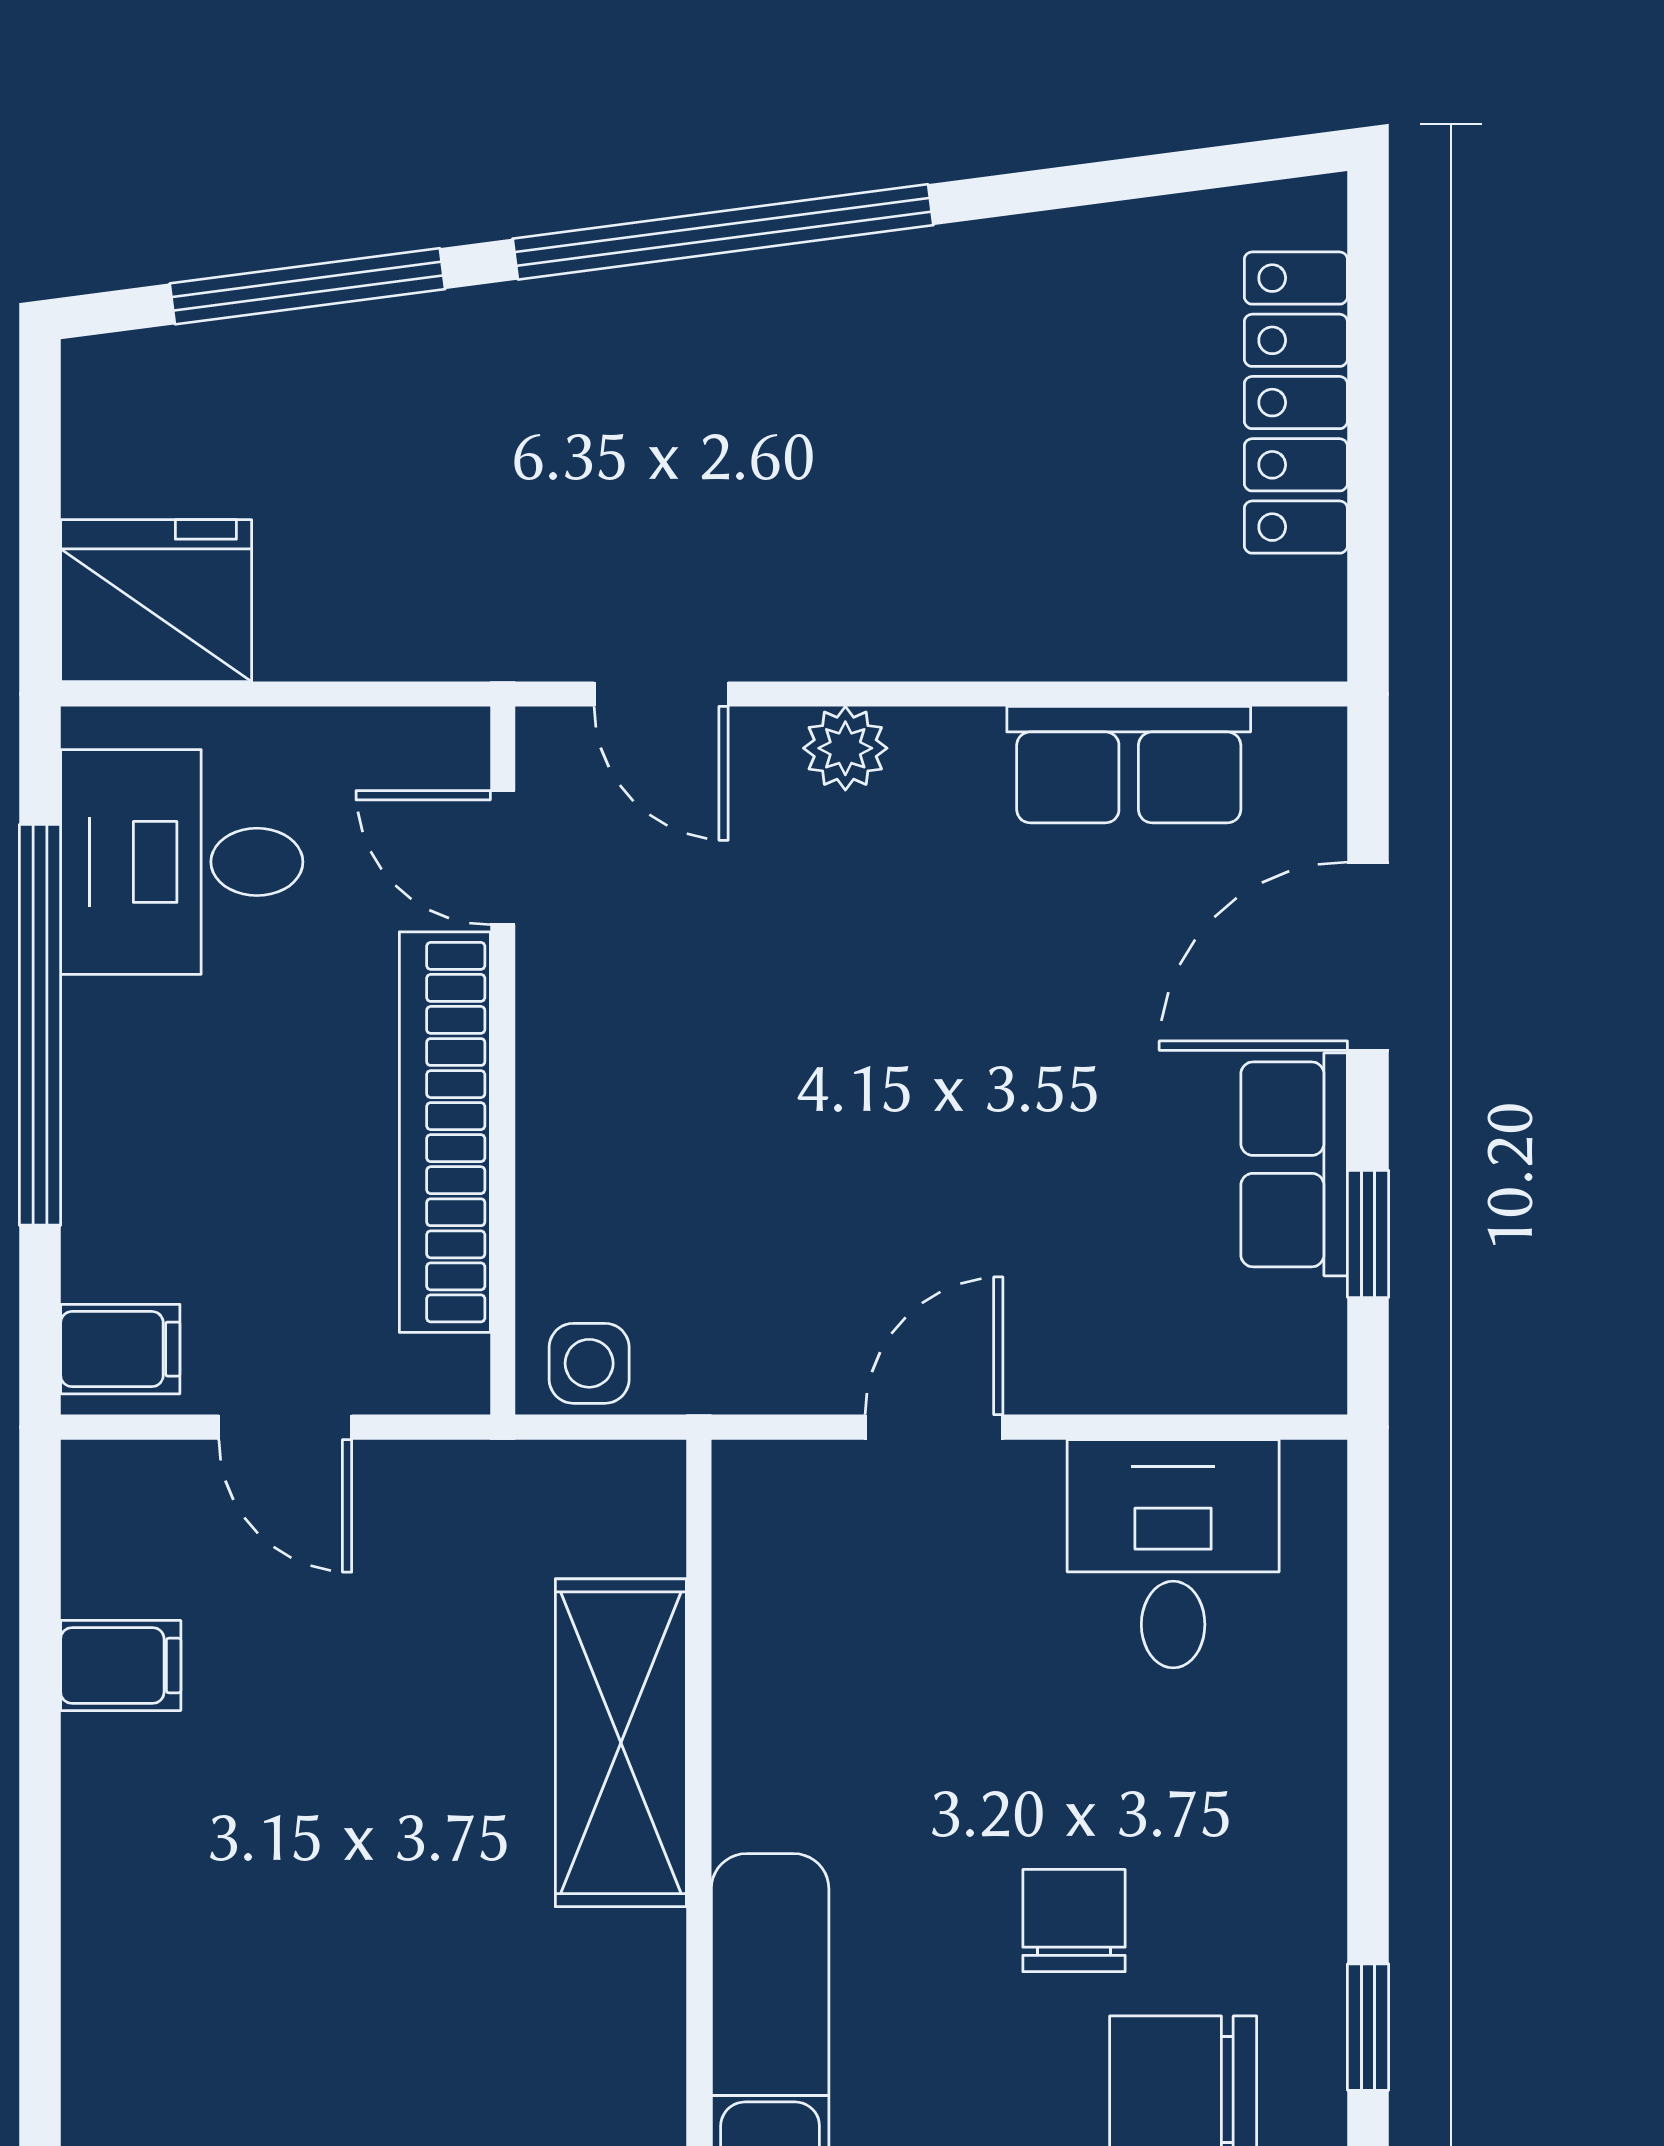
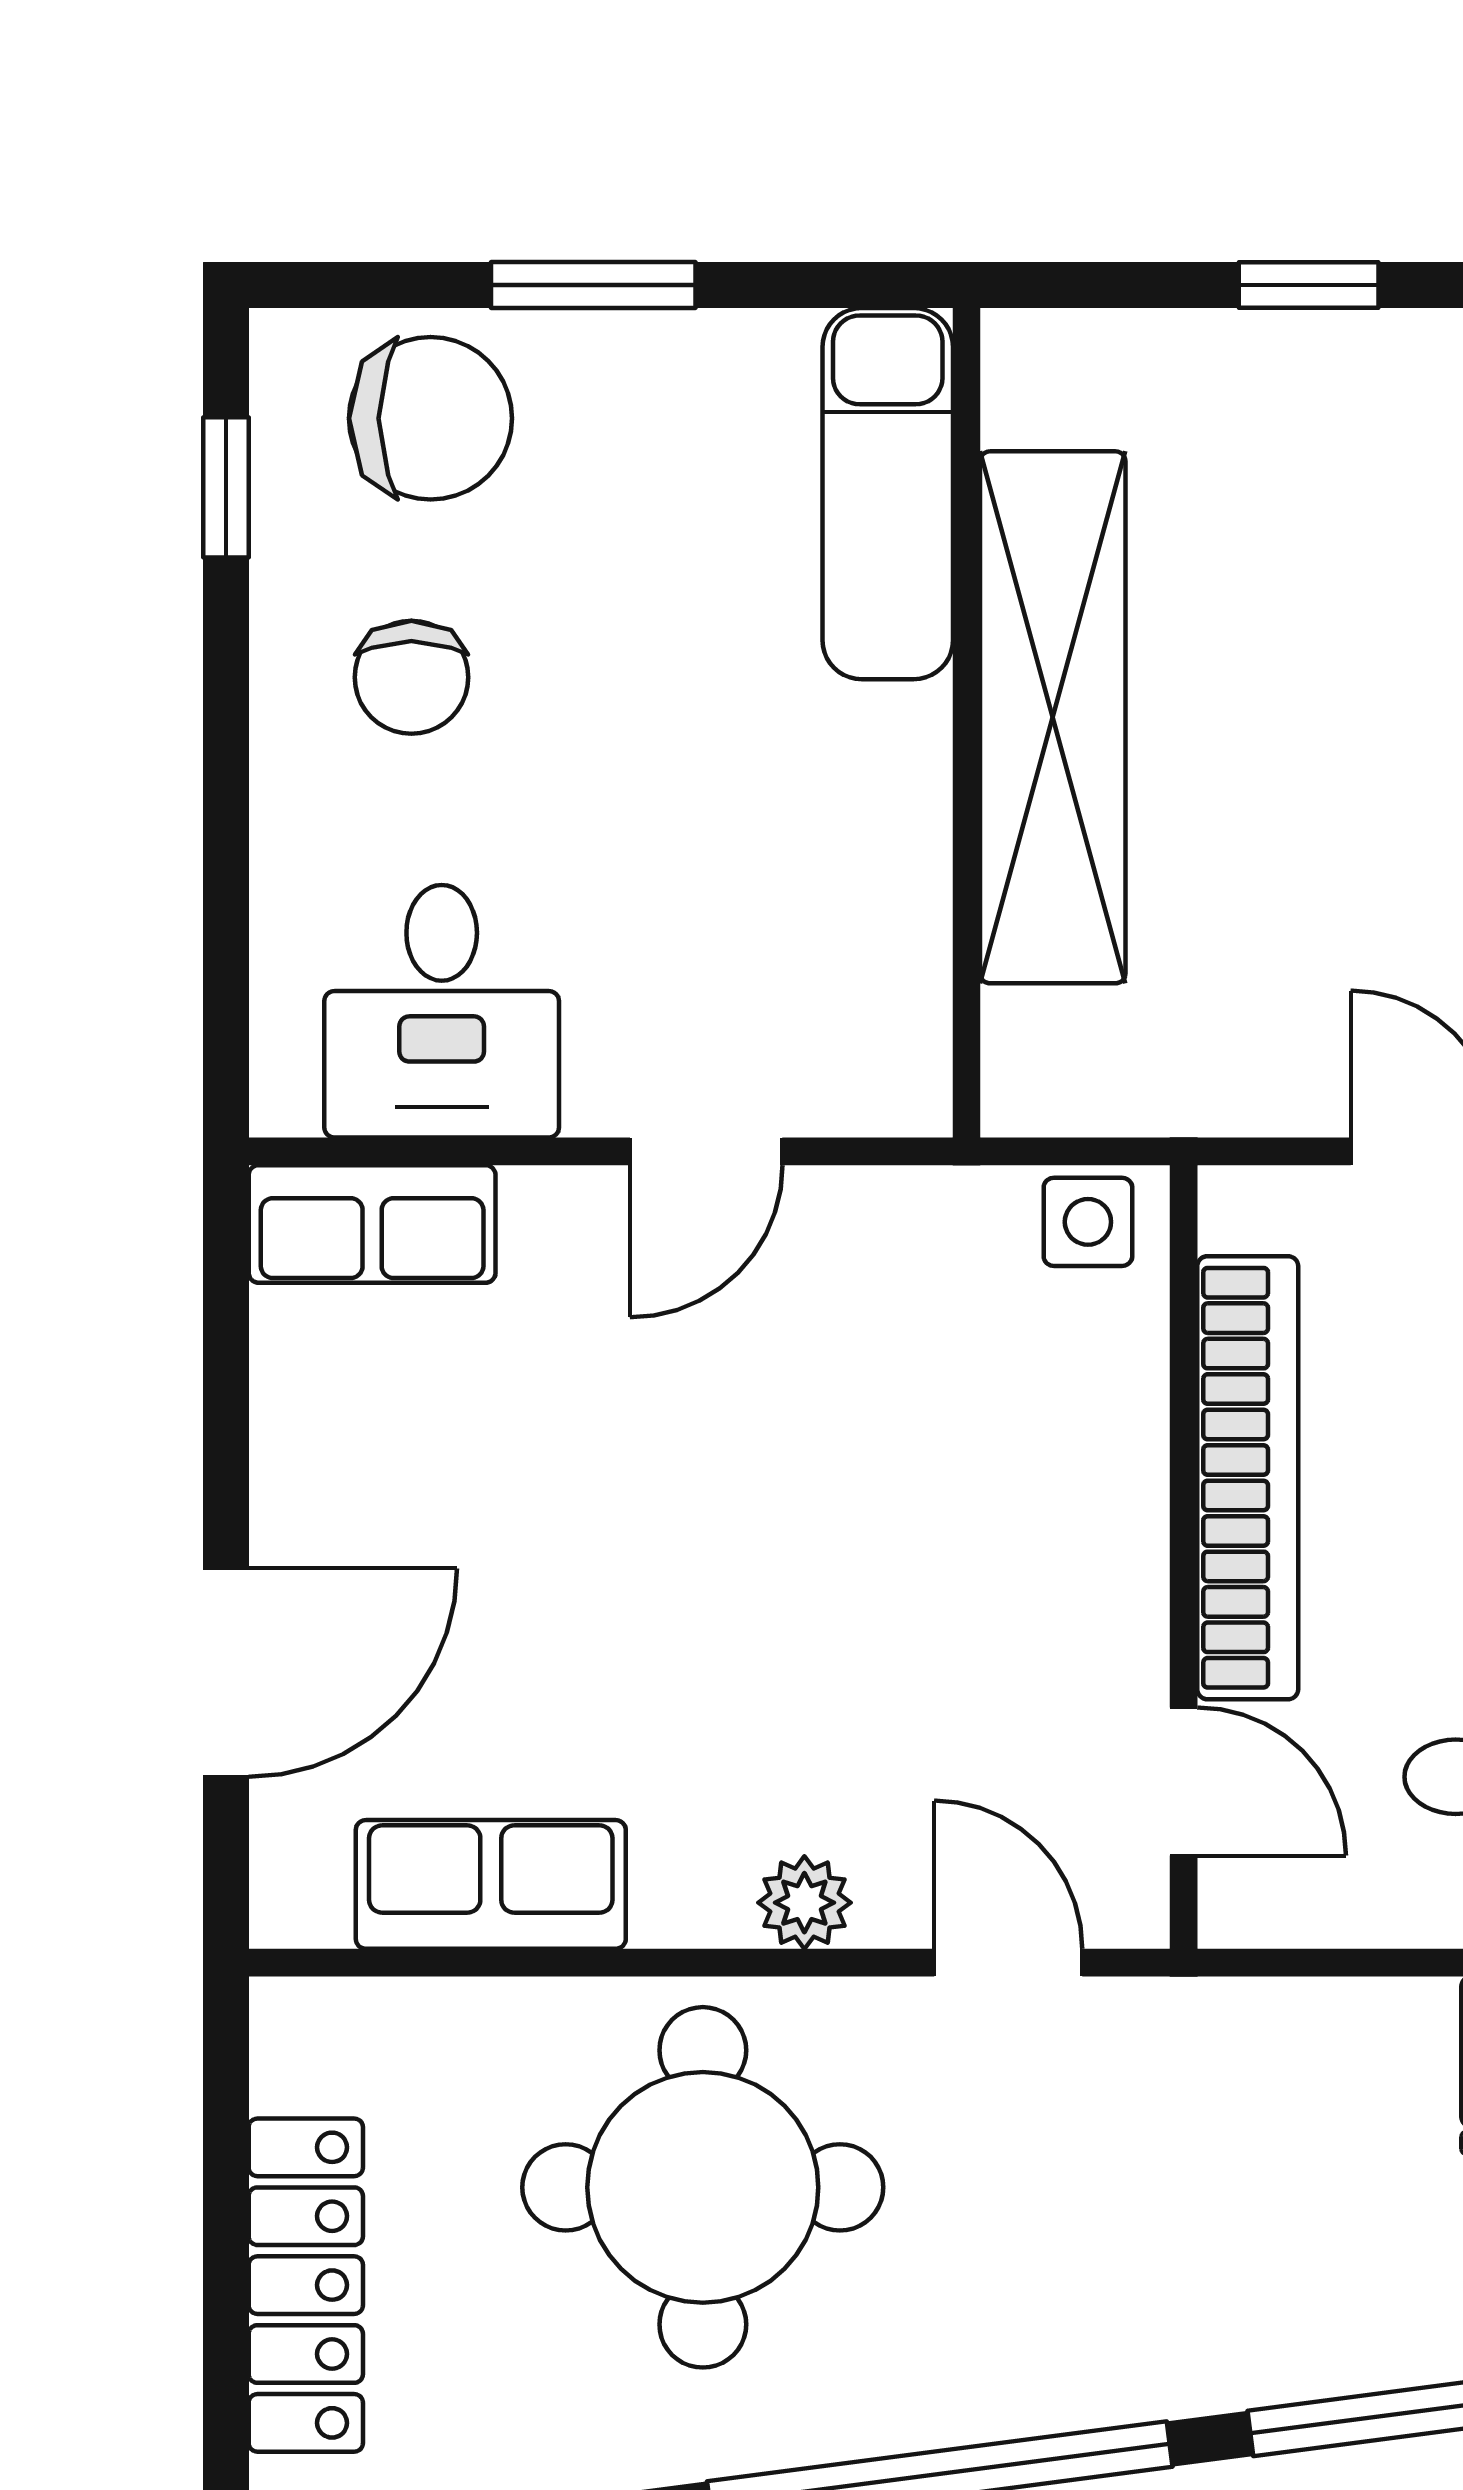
round table: (937, 491) -> (703, 2187), added
row of seats: (1294, 1164) -> (372, 1224), moved, turned 90
window: (1368, 1234) -> (226, 1365), removed
shelving: (621, 1743) -> (1053, 717), width x1.47
chair: (1074, 1921) -> (411, 677), moved

